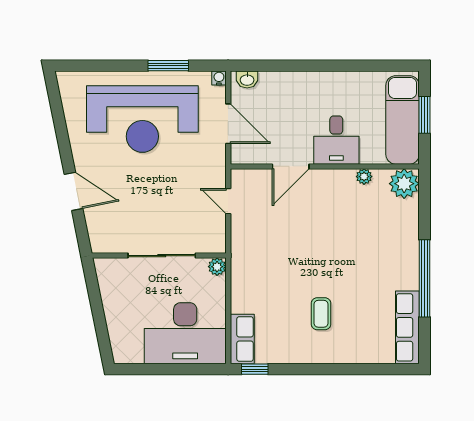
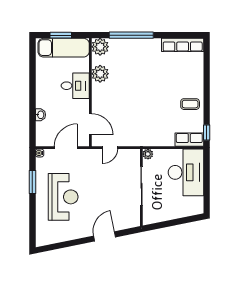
washbasin: (247, 80) -> (40, 115), moved
reception desk: (142, 119) -> (63, 197), width x0.74, depth x0.77
door: (291, 166) -> (90, 124), moved
plant: (364, 177) -> (100, 74), width x1.87, depth x1.87
window: (424, 278) -> (131, 35), moved
coffee table: (321, 314) -> (190, 104), moved

